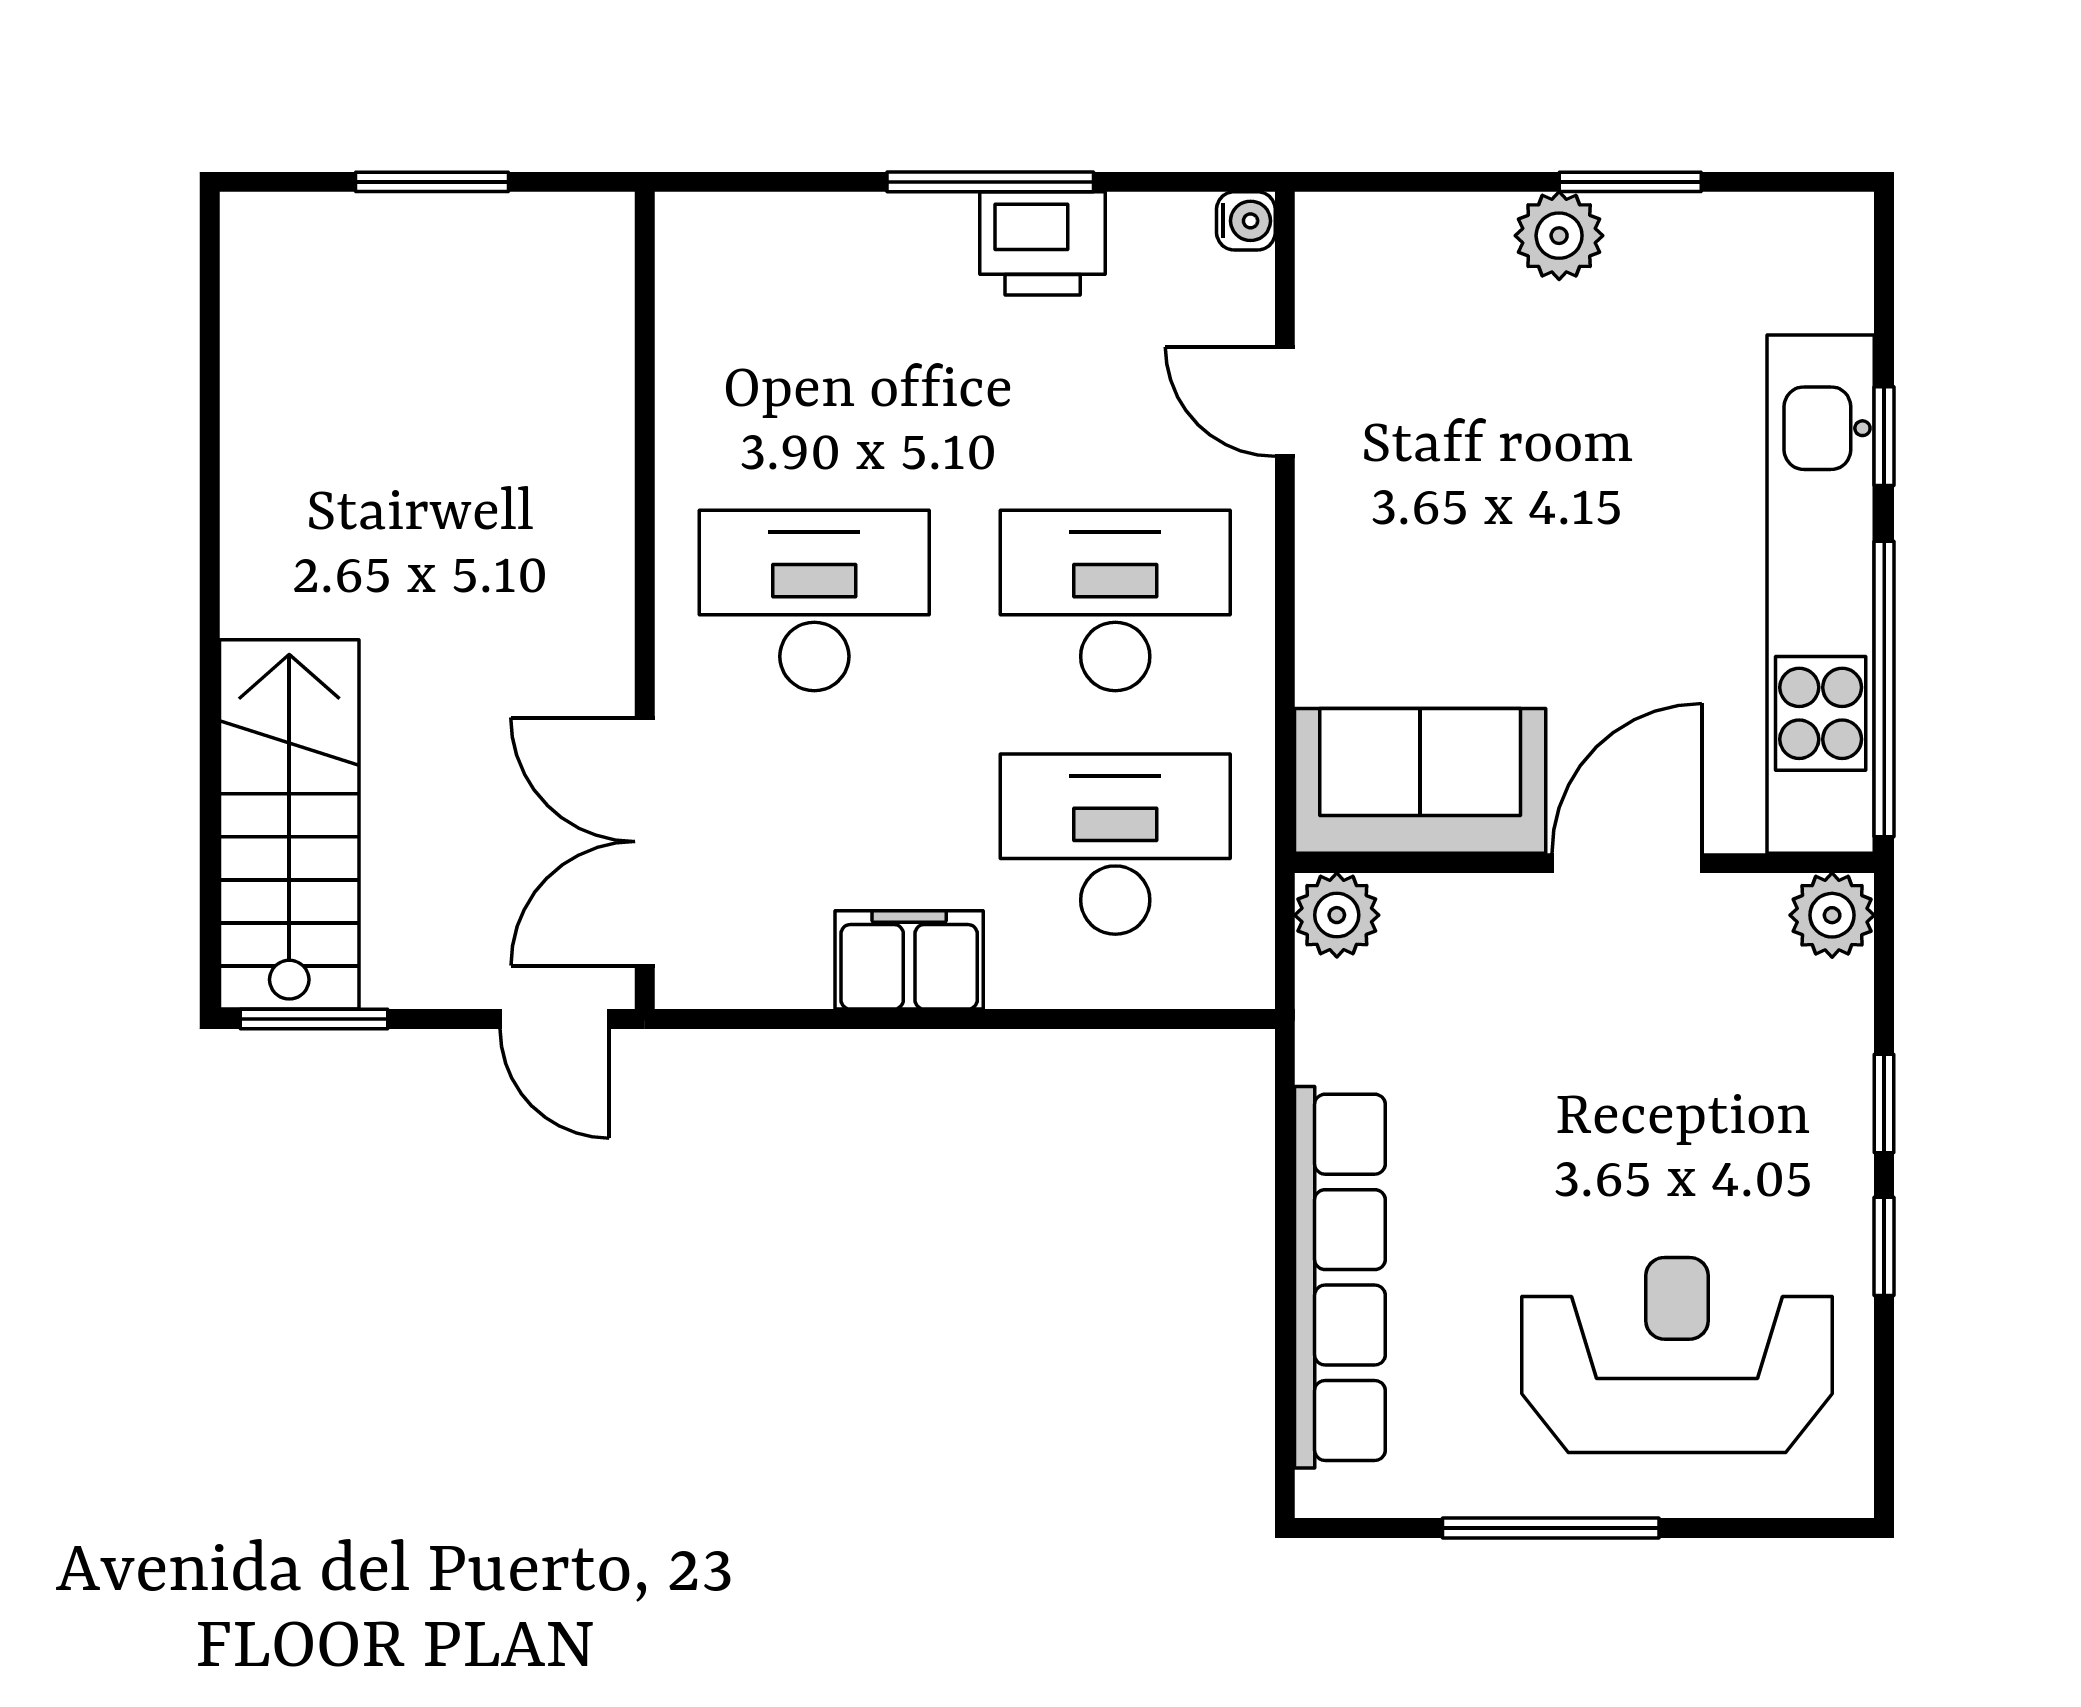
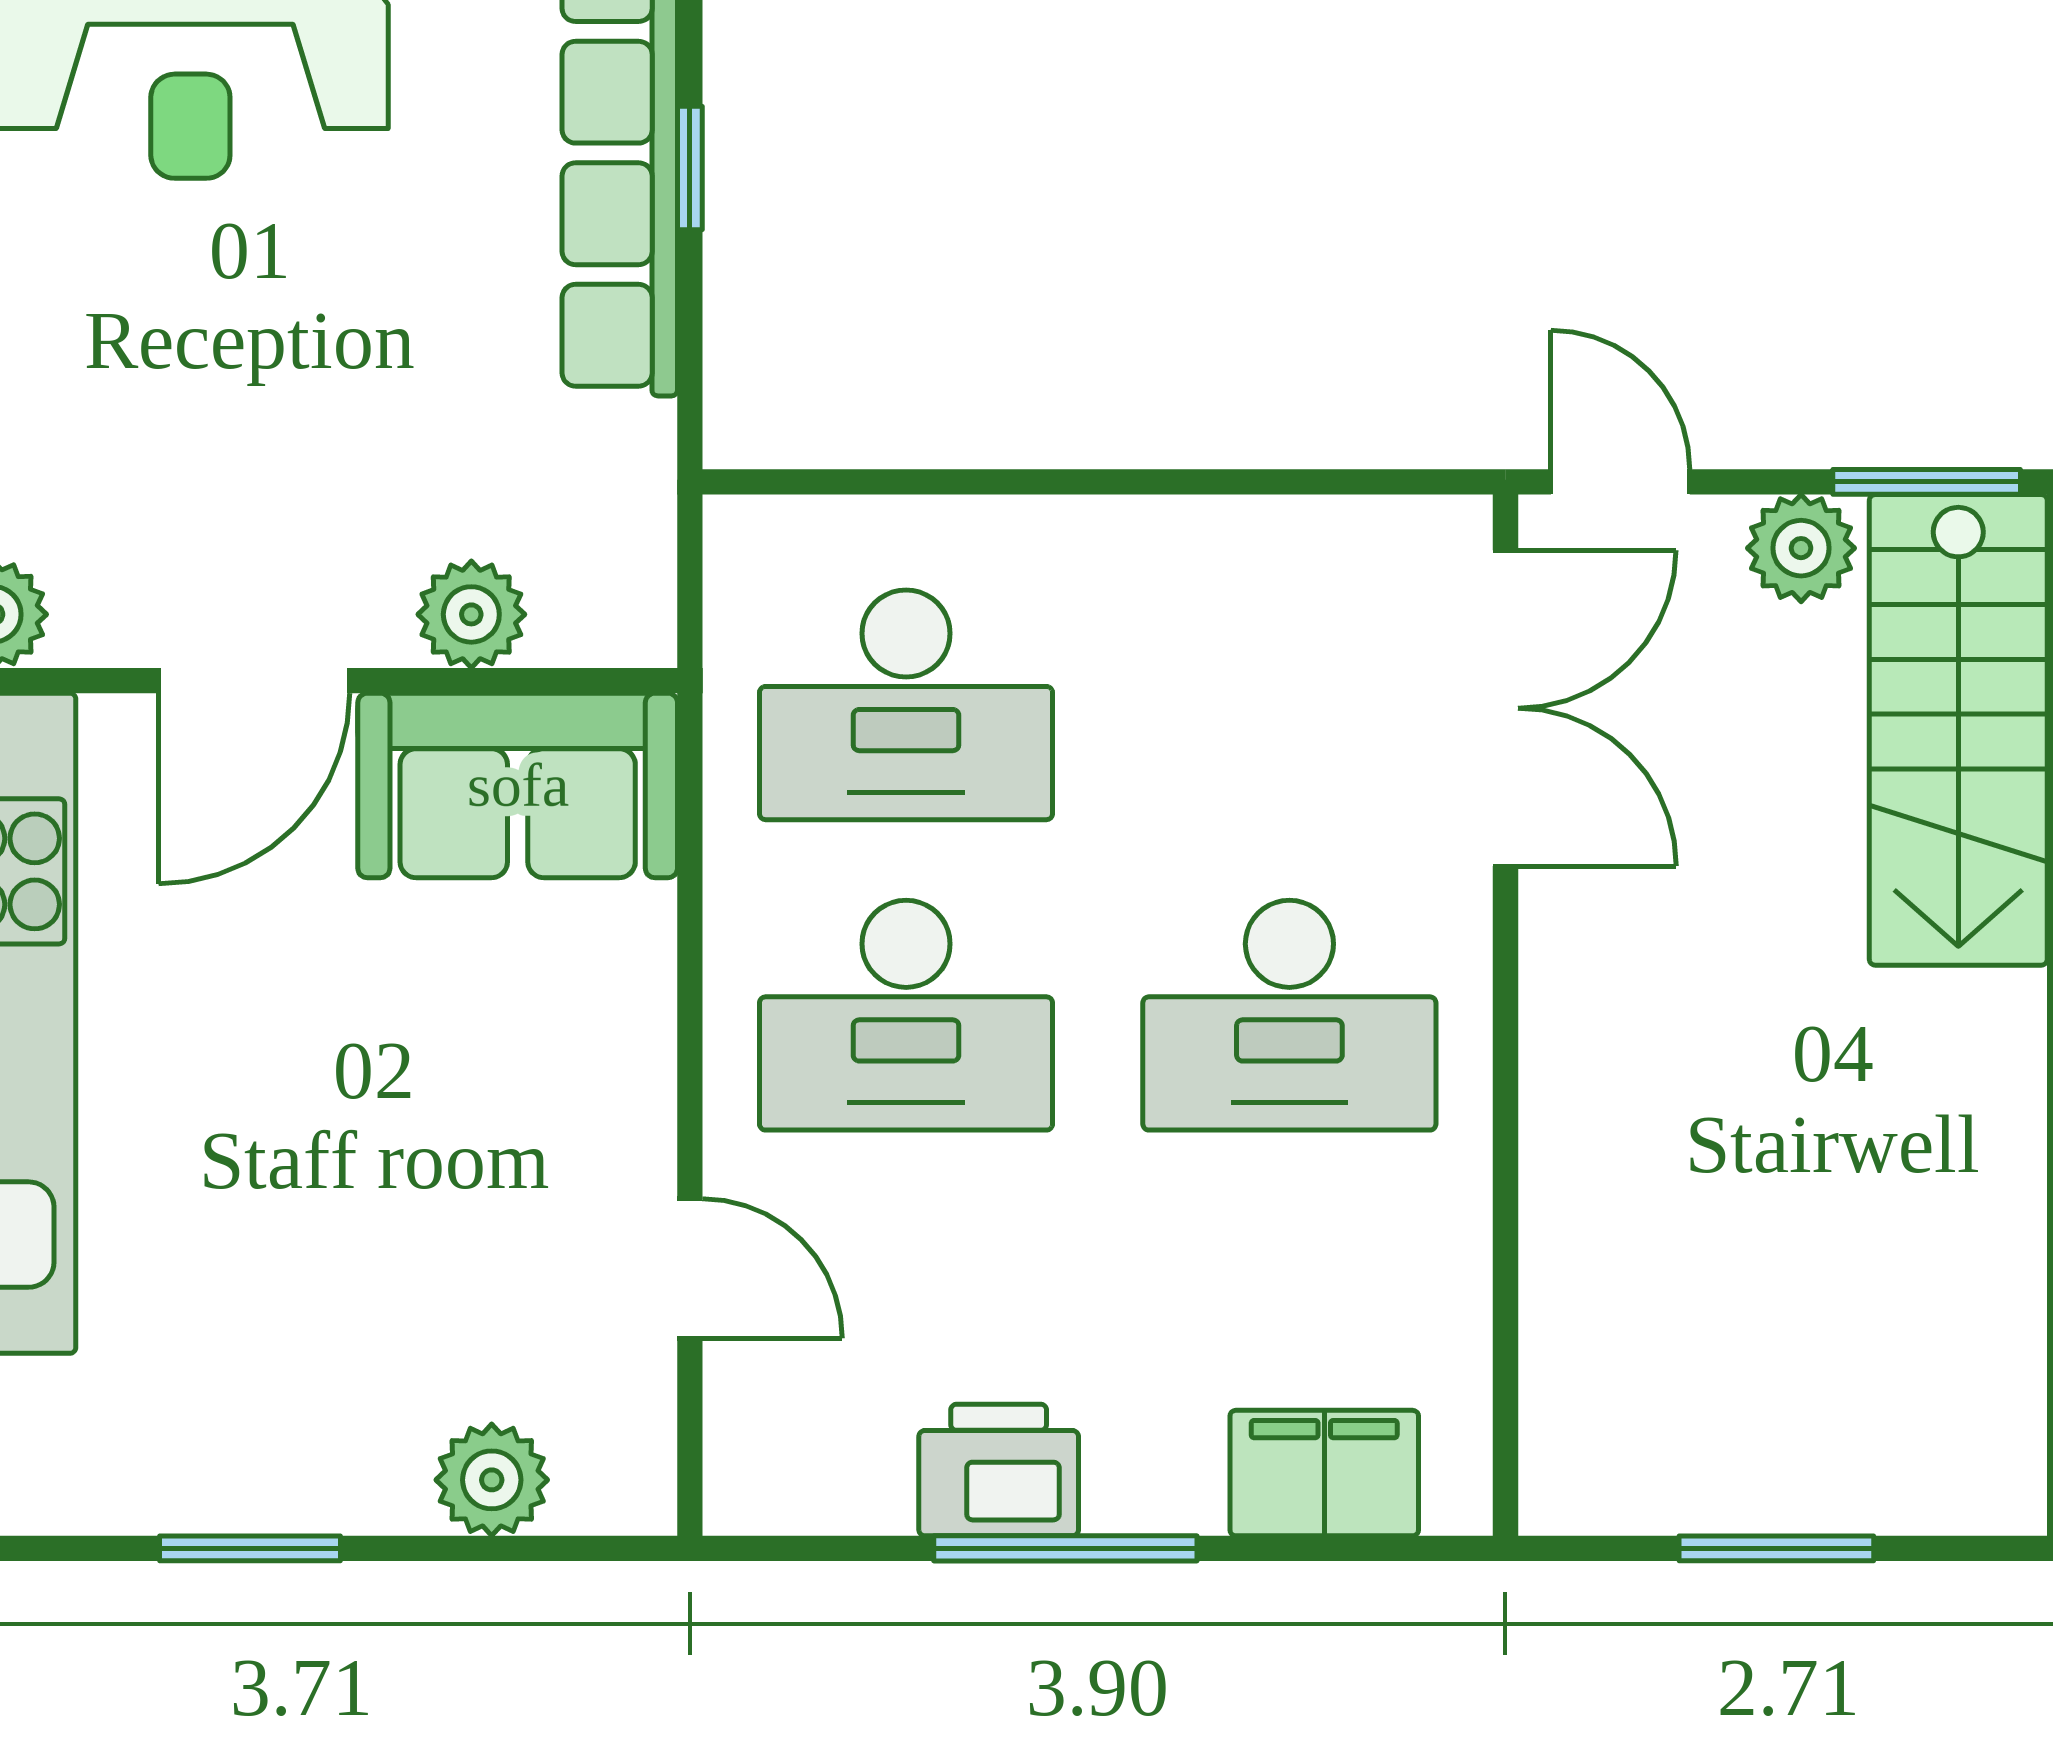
water cooler: (1246, 221) -> (740, 1499), removed
plant: (1559, 236) -> (492, 1480), moved
plant: (1337, 915) -> (471, 614), moved
filing cabinet: (909, 960) -> (1324, 1473), moved, turned 180
plant: (413, 967) -> (1801, 548), added
window: (1285, 1266) -> (690, 168), added

